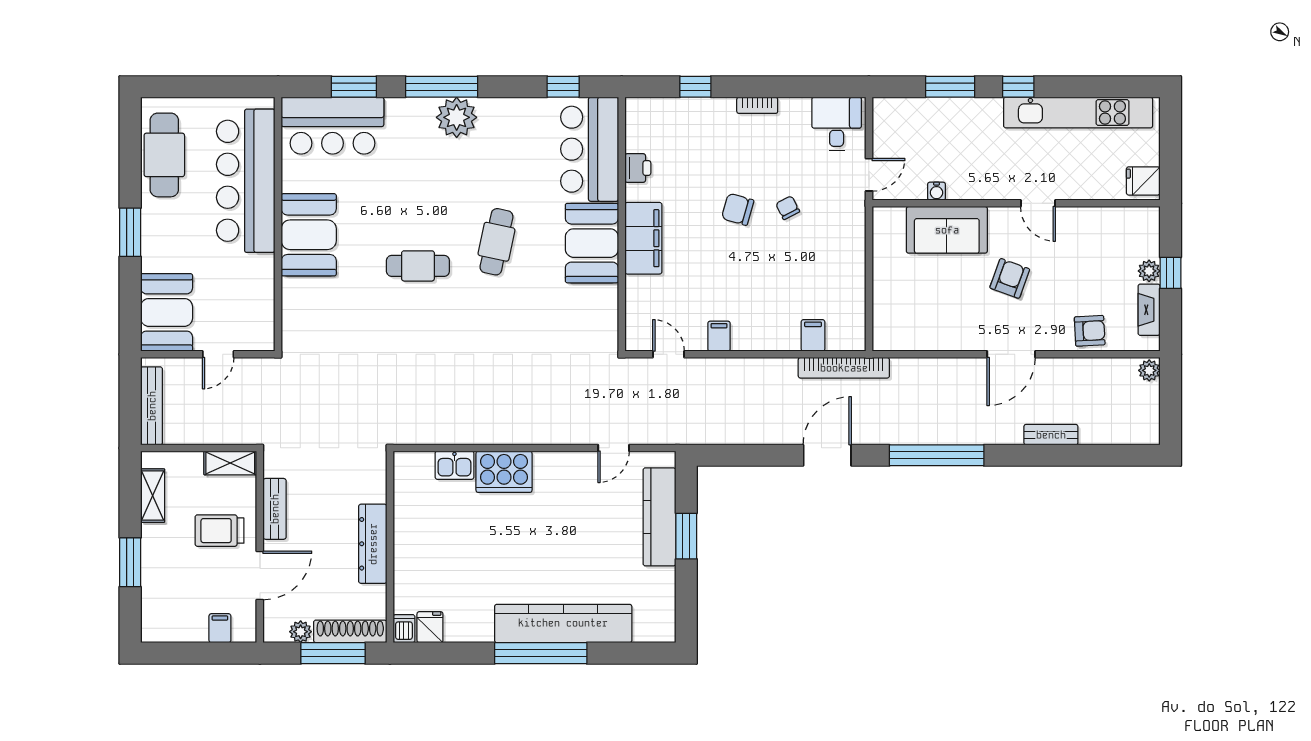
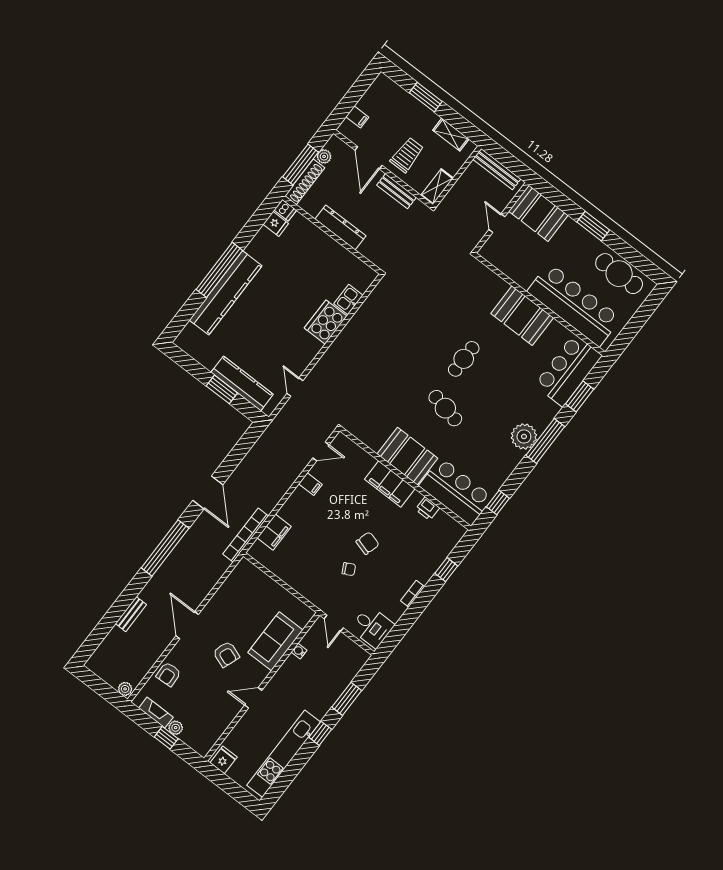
filing cabinet: (813, 335) -> (274, 532), width x2.00

